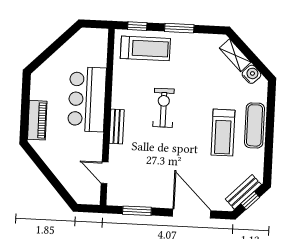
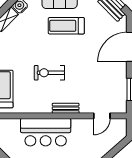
treadmill: (223, 133) -> (66, 26), turned 180

